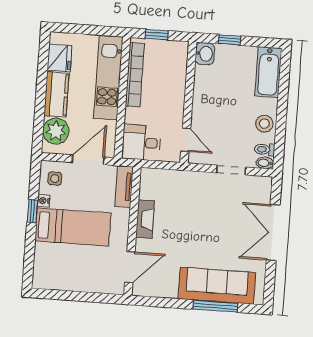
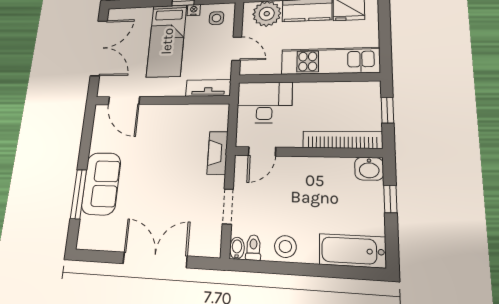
bookcase: (135, 75) -> (342, 140), moved, turned 180
desk: (141, 143) -> (264, 102), width x1.37
door: (88, 160) -> (237, 49), width x0.73
fireplace: (145, 219) -> (218, 153), moved, turned 90
sofa: (217, 286) -> (101, 184), width x0.73
double door: (73, 296) -> (99, 48), added

